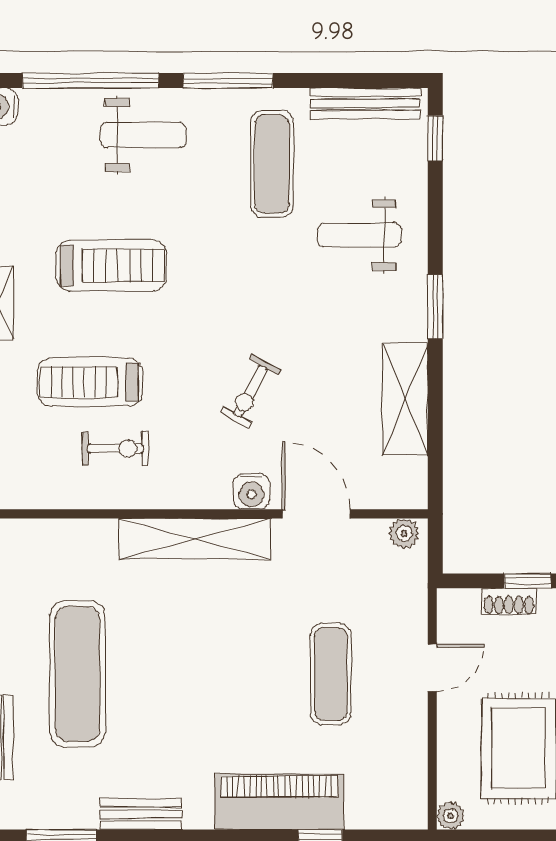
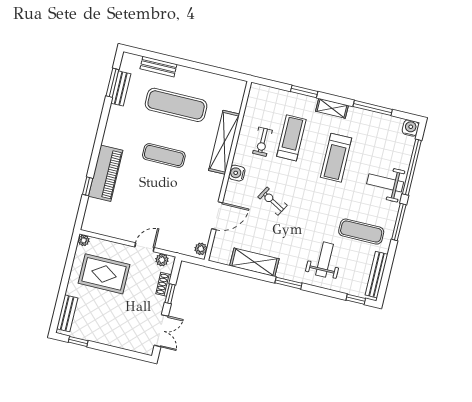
weight bench: (143, 135) -> (385, 183), turned 90
water cooler: (251, 491) -> (237, 173), moved
shelving: (195, 539) -> (224, 142), moved
plant: (452, 619) -> (162, 260), added
door: (432, 668) -> (144, 247), swing flipped
exercise mat: (331, 674) -> (164, 156), moved
bench: (141, 814) -> (121, 88), moved

